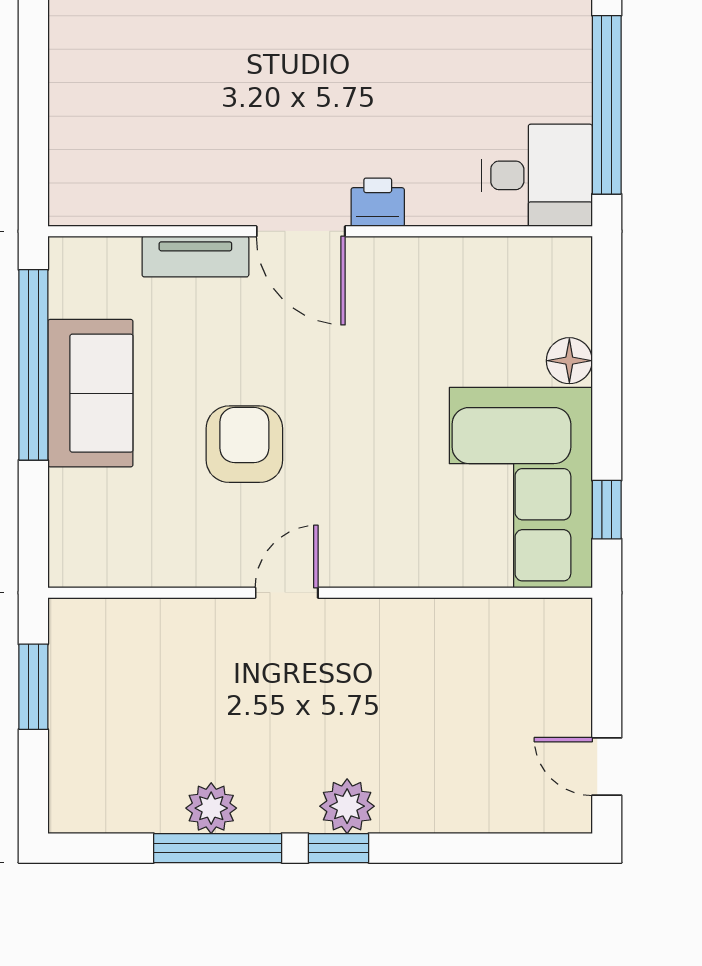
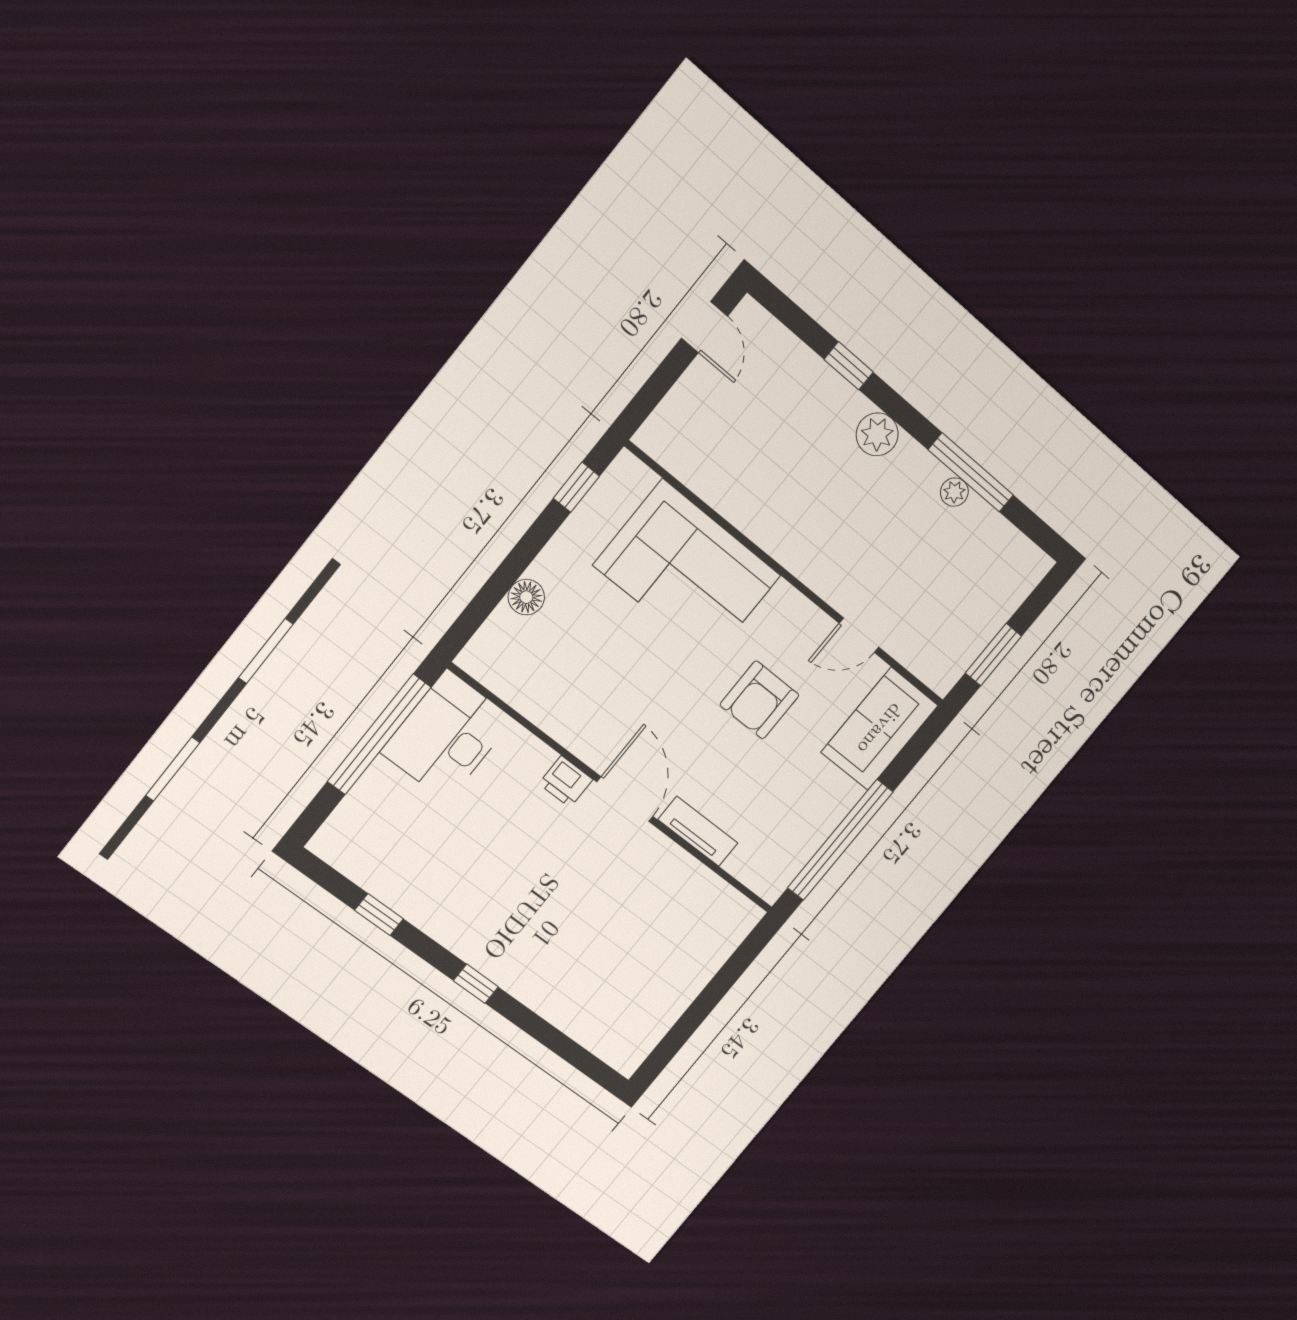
desk: (537, 175) -> (447, 736), width x1.37
sofa: (90, 393) -> (880, 729), moved
corner sofa: (521, 488) -> (687, 570), moved, turned 90
door: (287, 593) -> (859, 635), moved
plant: (211, 808) -> (954, 492), width x0.73, depth x0.73
window: (338, 848) -> (849, 366), moved

